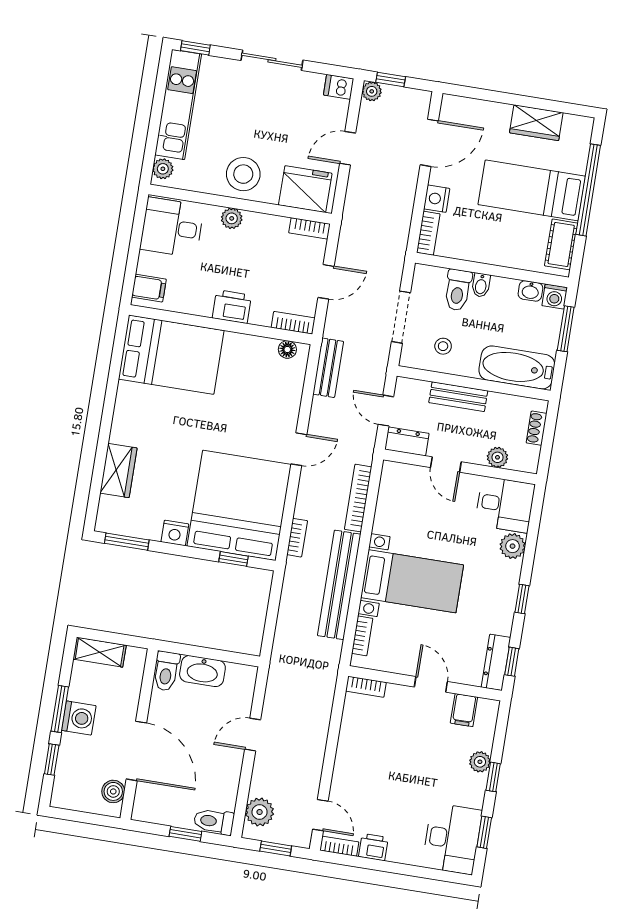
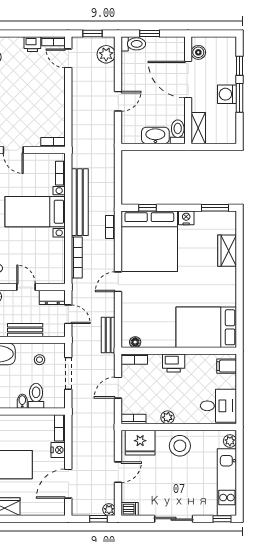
plant: (232, 218) -> (167, 417), moved
shelving: (100, 652) -> (198, 128), moved, turned 90

